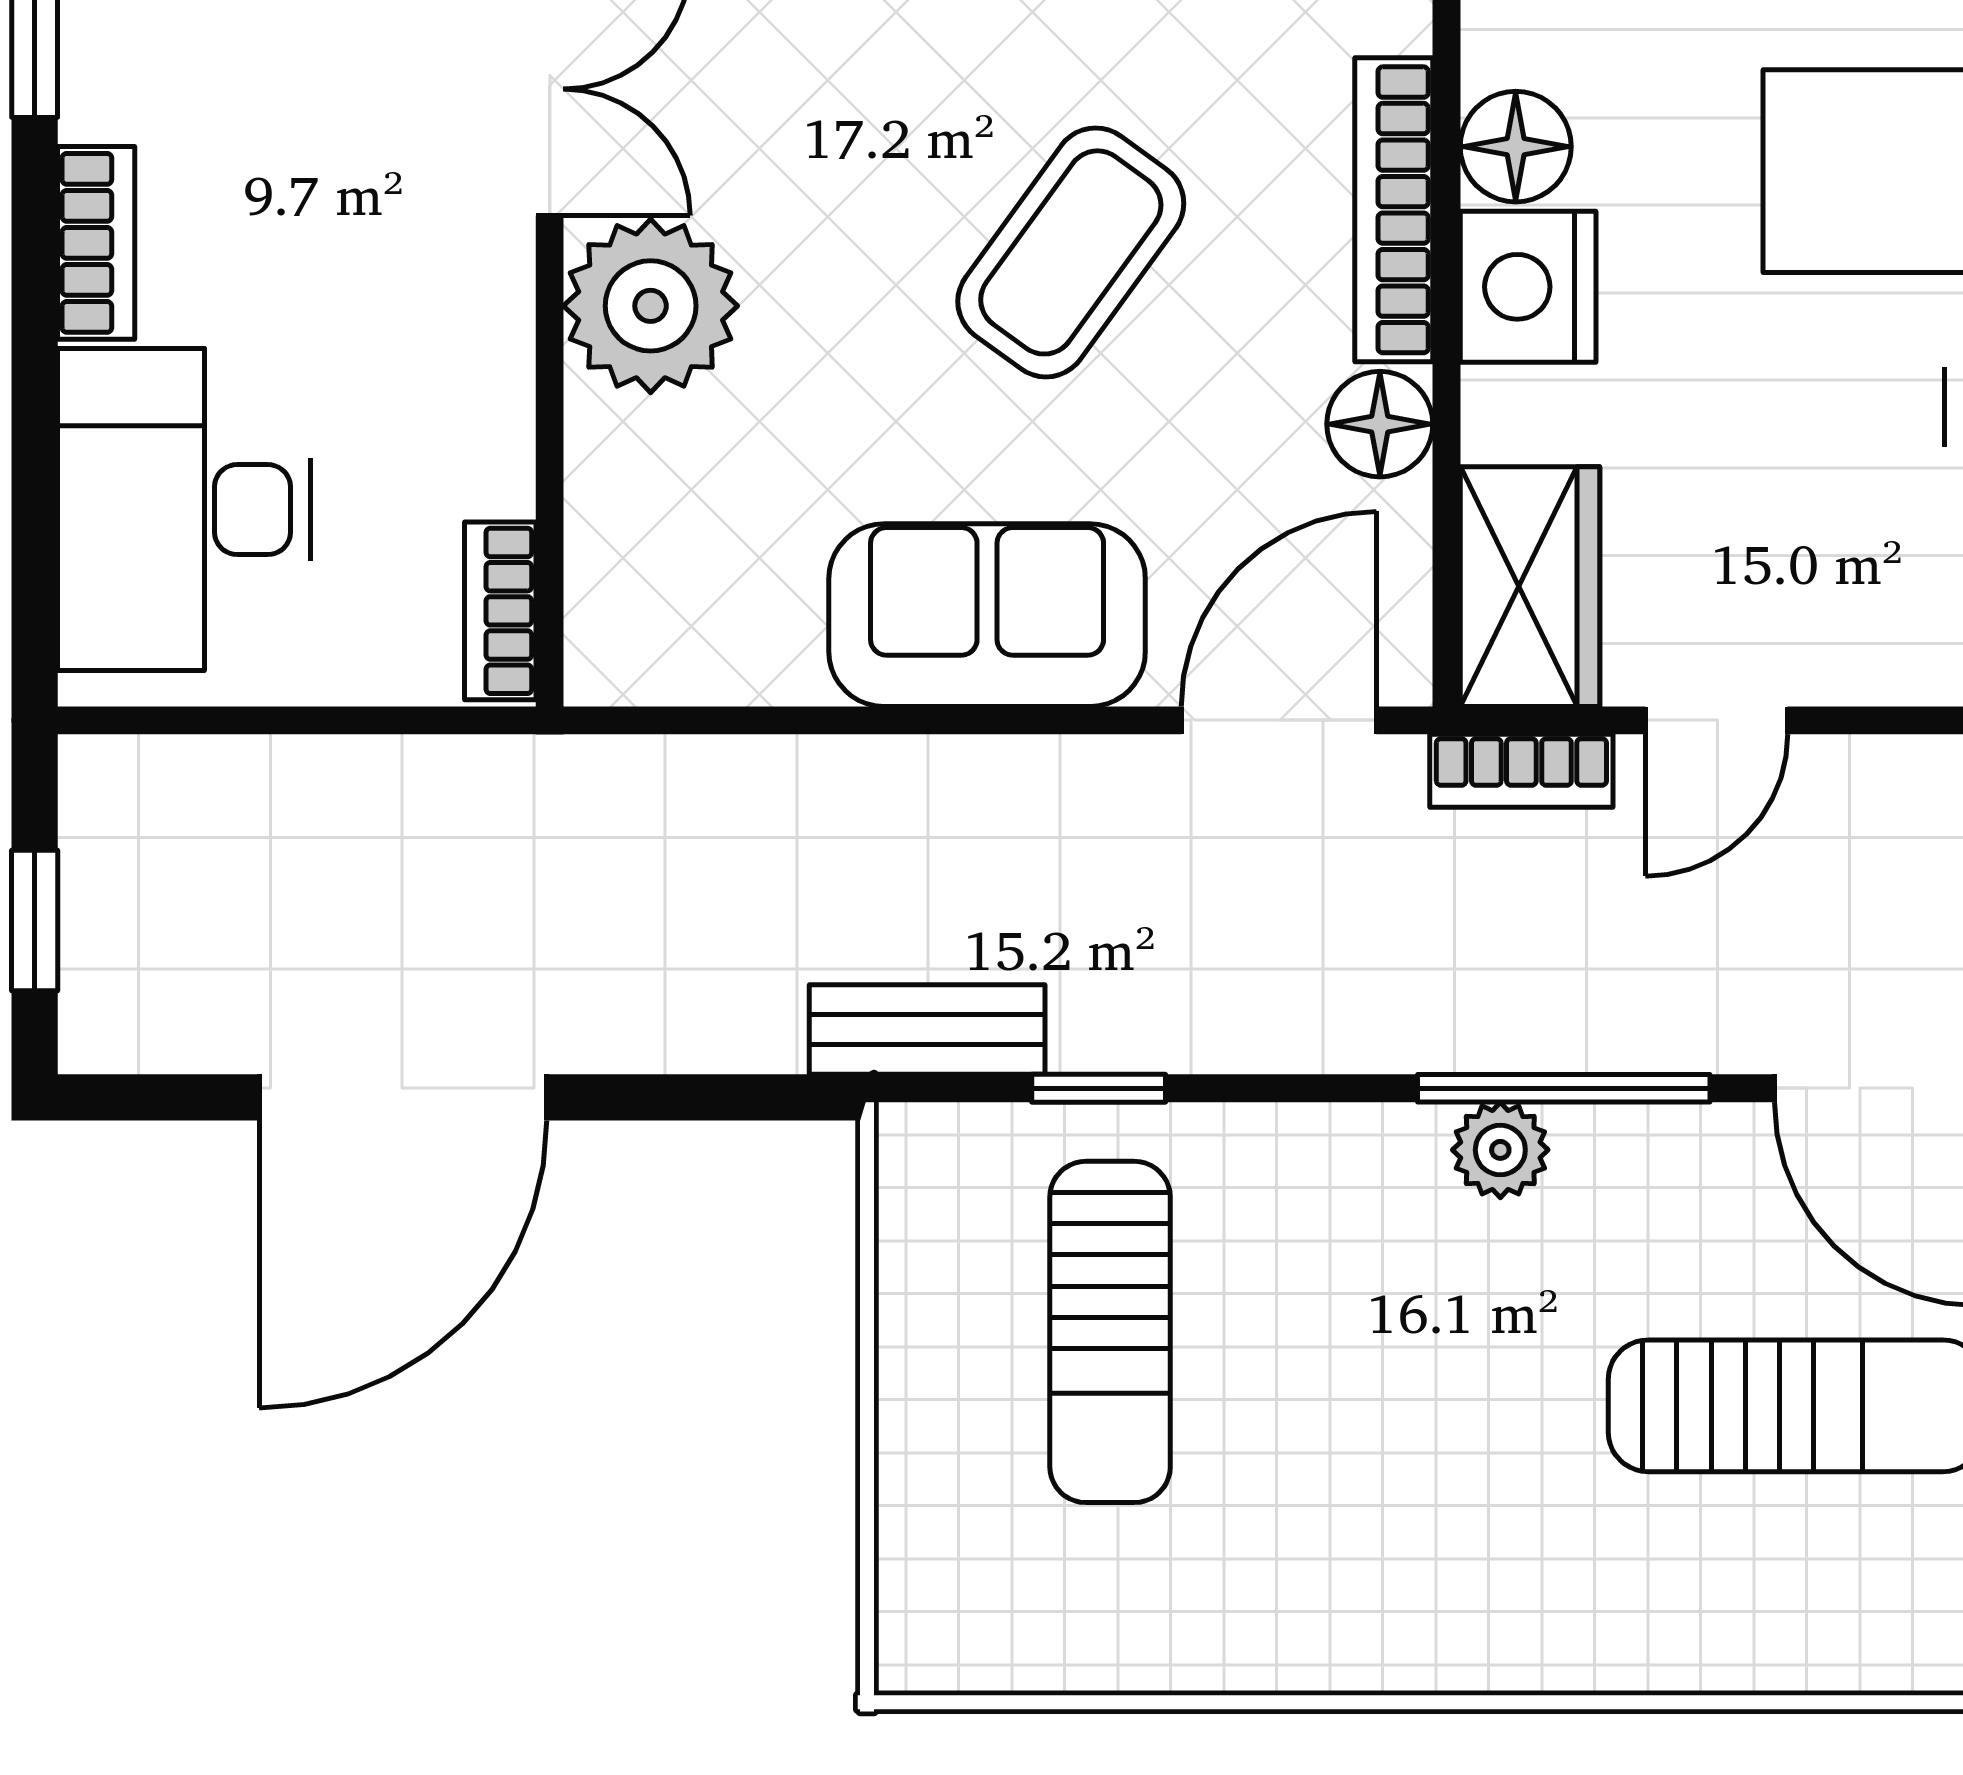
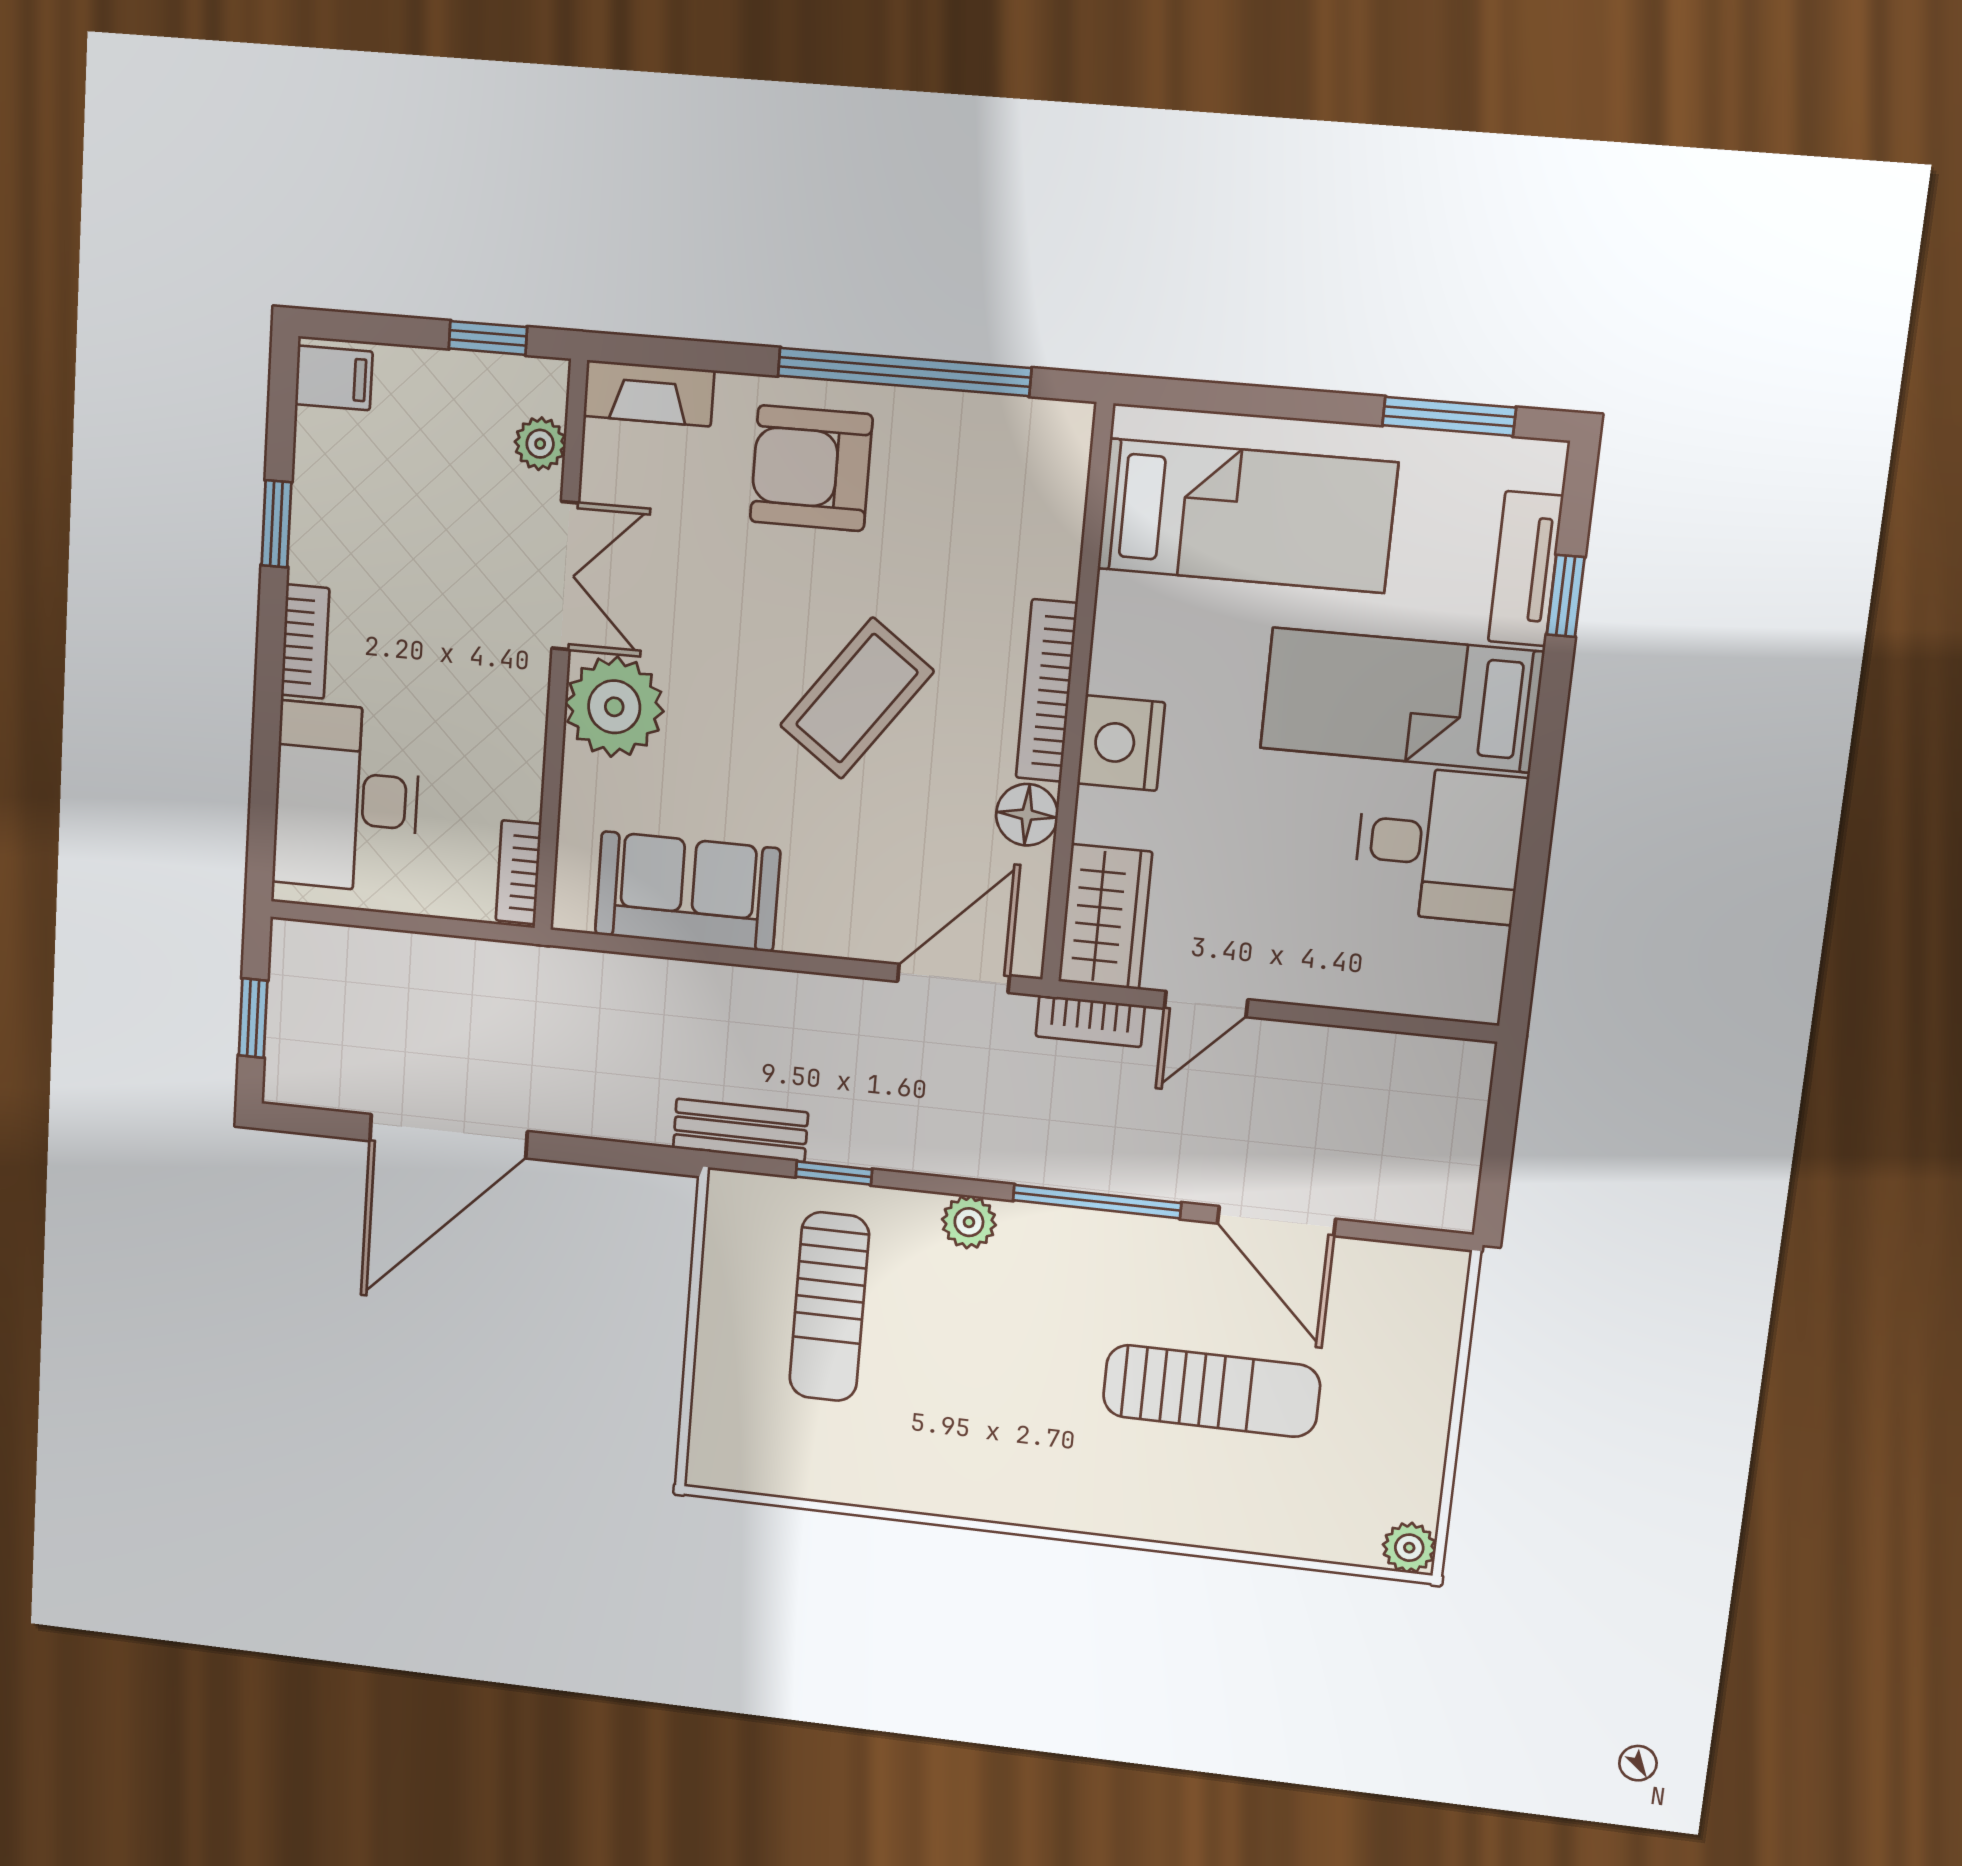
floor lamp: (1516, 147) -> (1122, 660), removed
sofa: (987, 615) -> (687, 892), moved
plant: (1500, 1150) -> (969, 1222), moved

